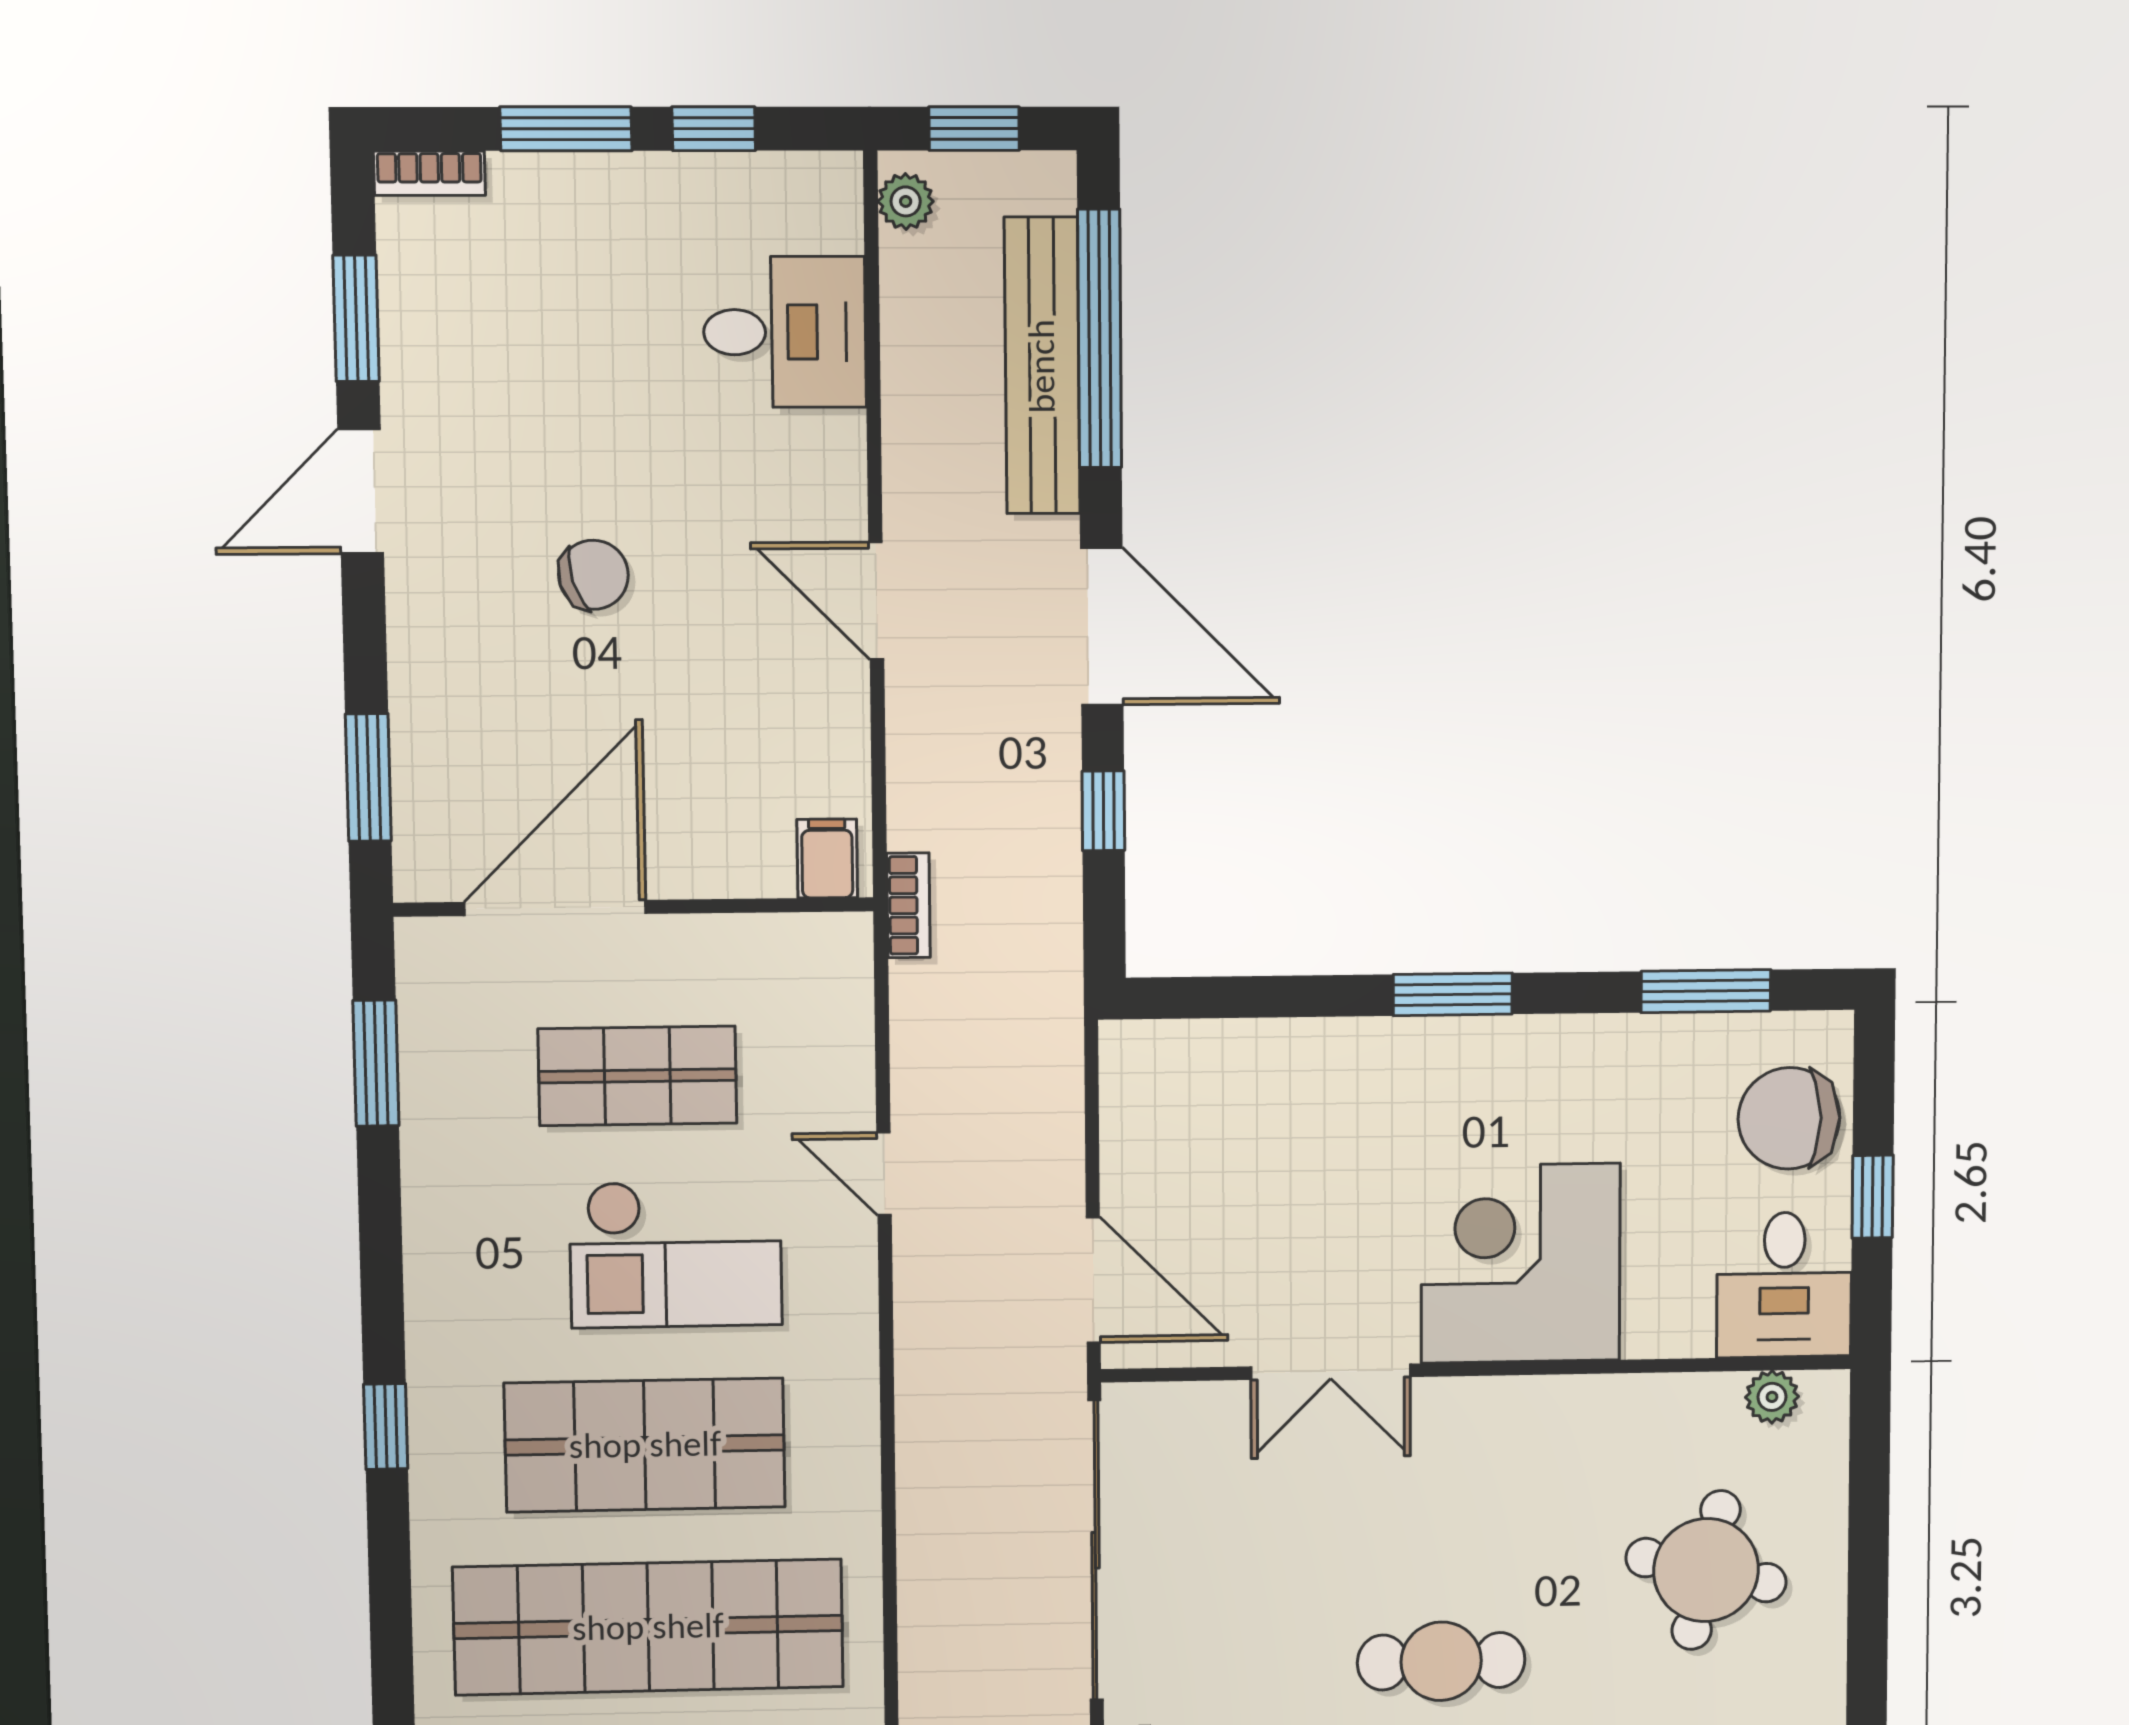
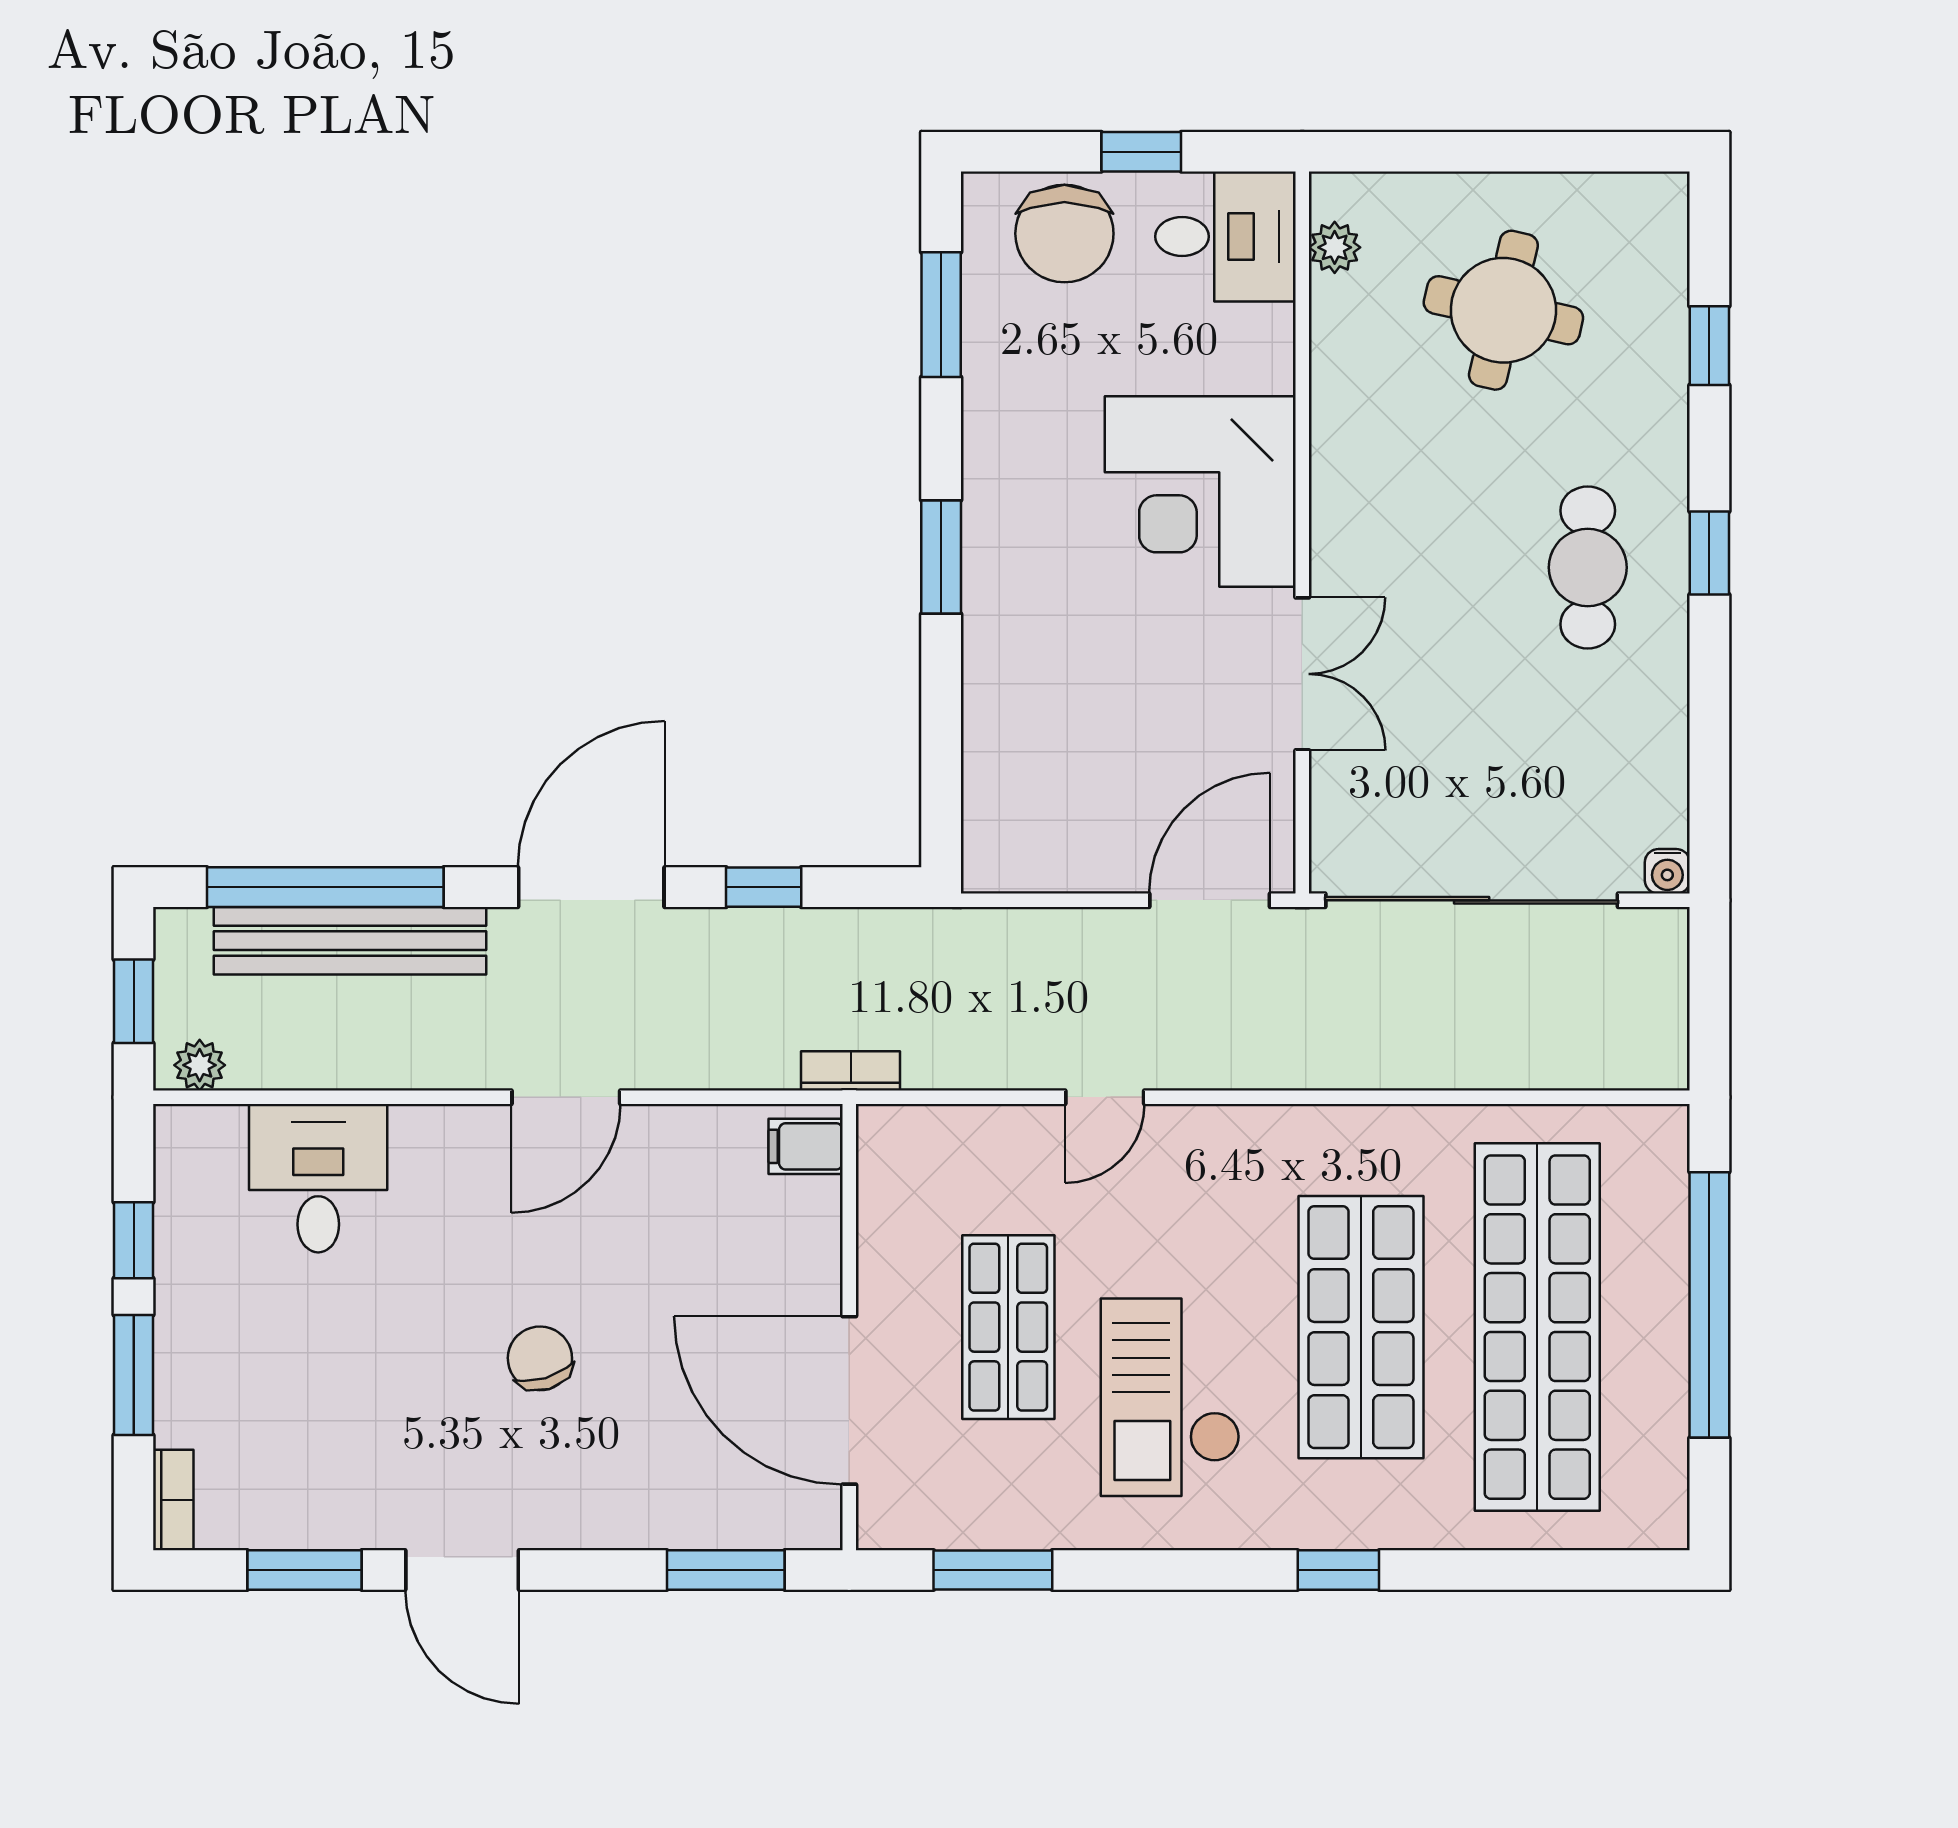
checkout: (676, 1254) -> (1170, 1397), moved, turned 180

